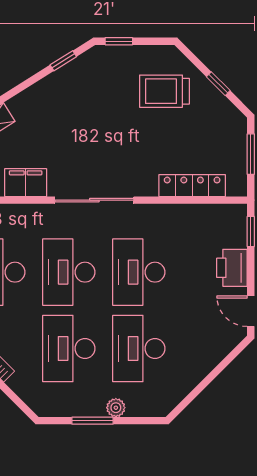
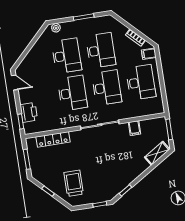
trolley: (164, 91) -> (74, 183), turned -90
filing cabinet: (26, 183) -> (134, 128), width x0.50
printer: (232, 268) -> (29, 112), moved
plant: (116, 408) -> (56, 28), moved

